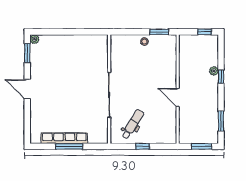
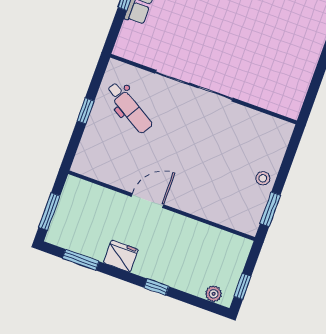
plant: (214, 71) -> (214, 294), moved
fridge: (211, 101) -> (121, 256), added

